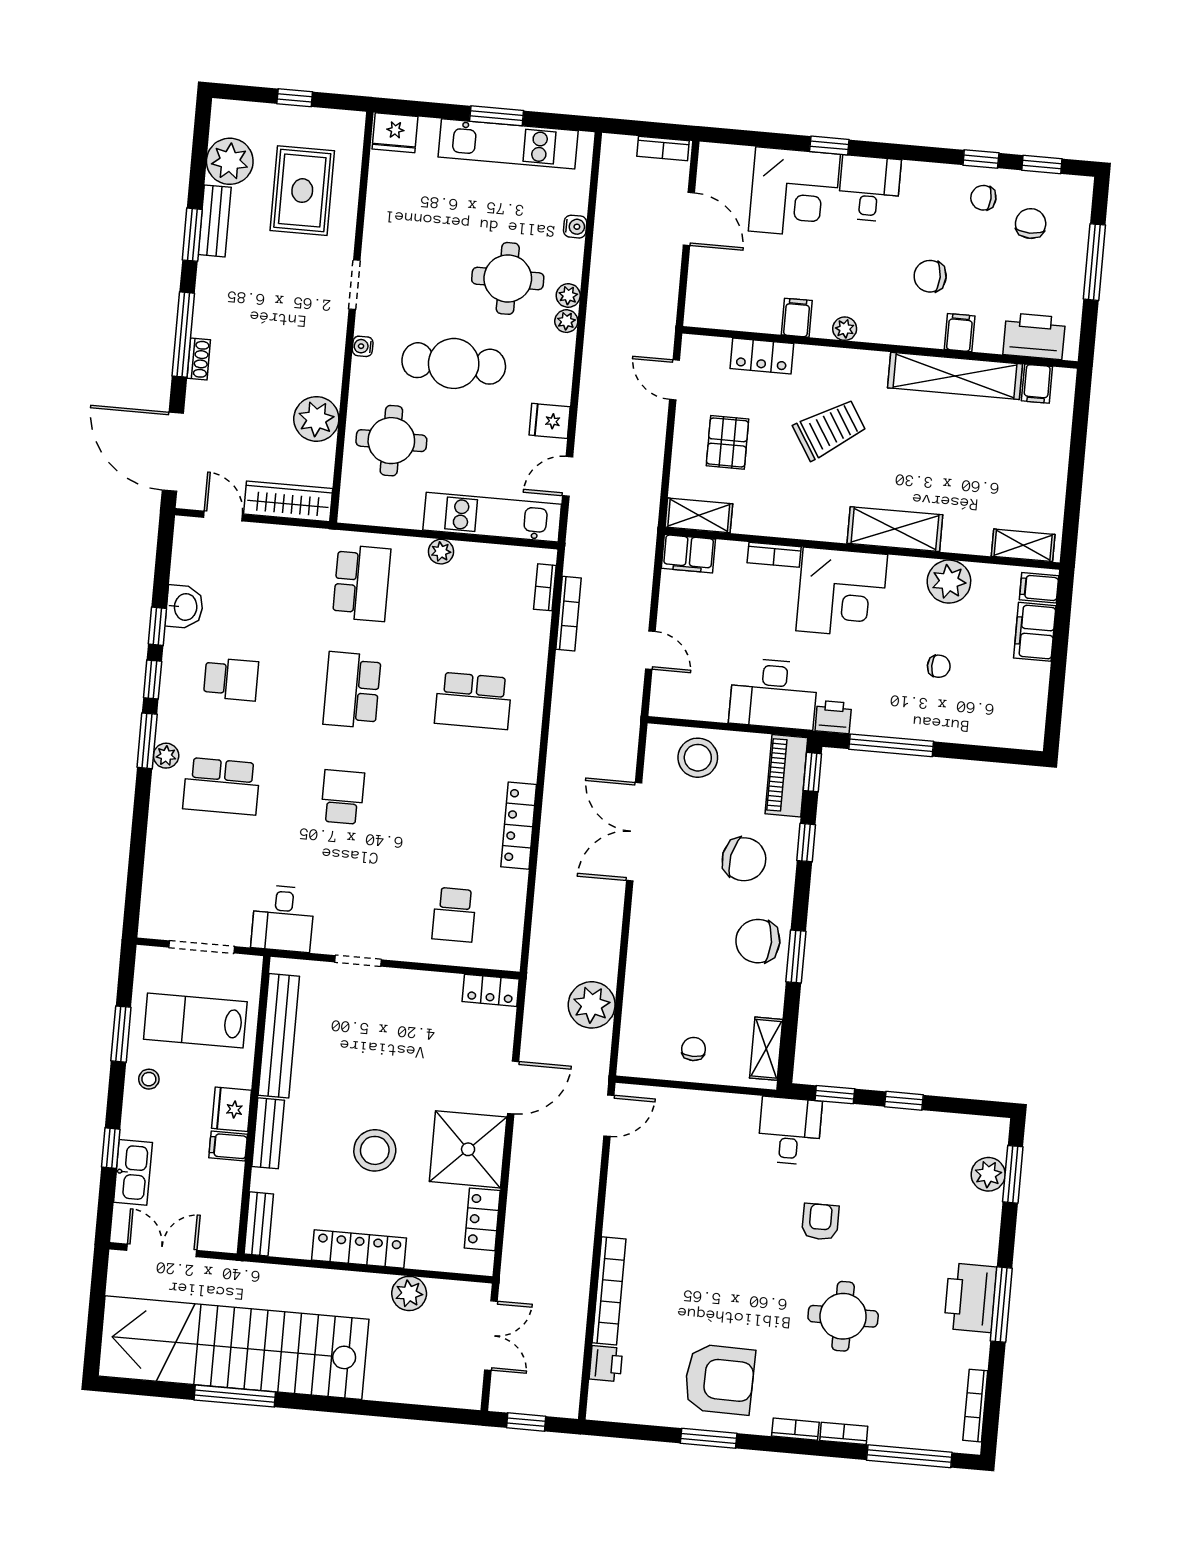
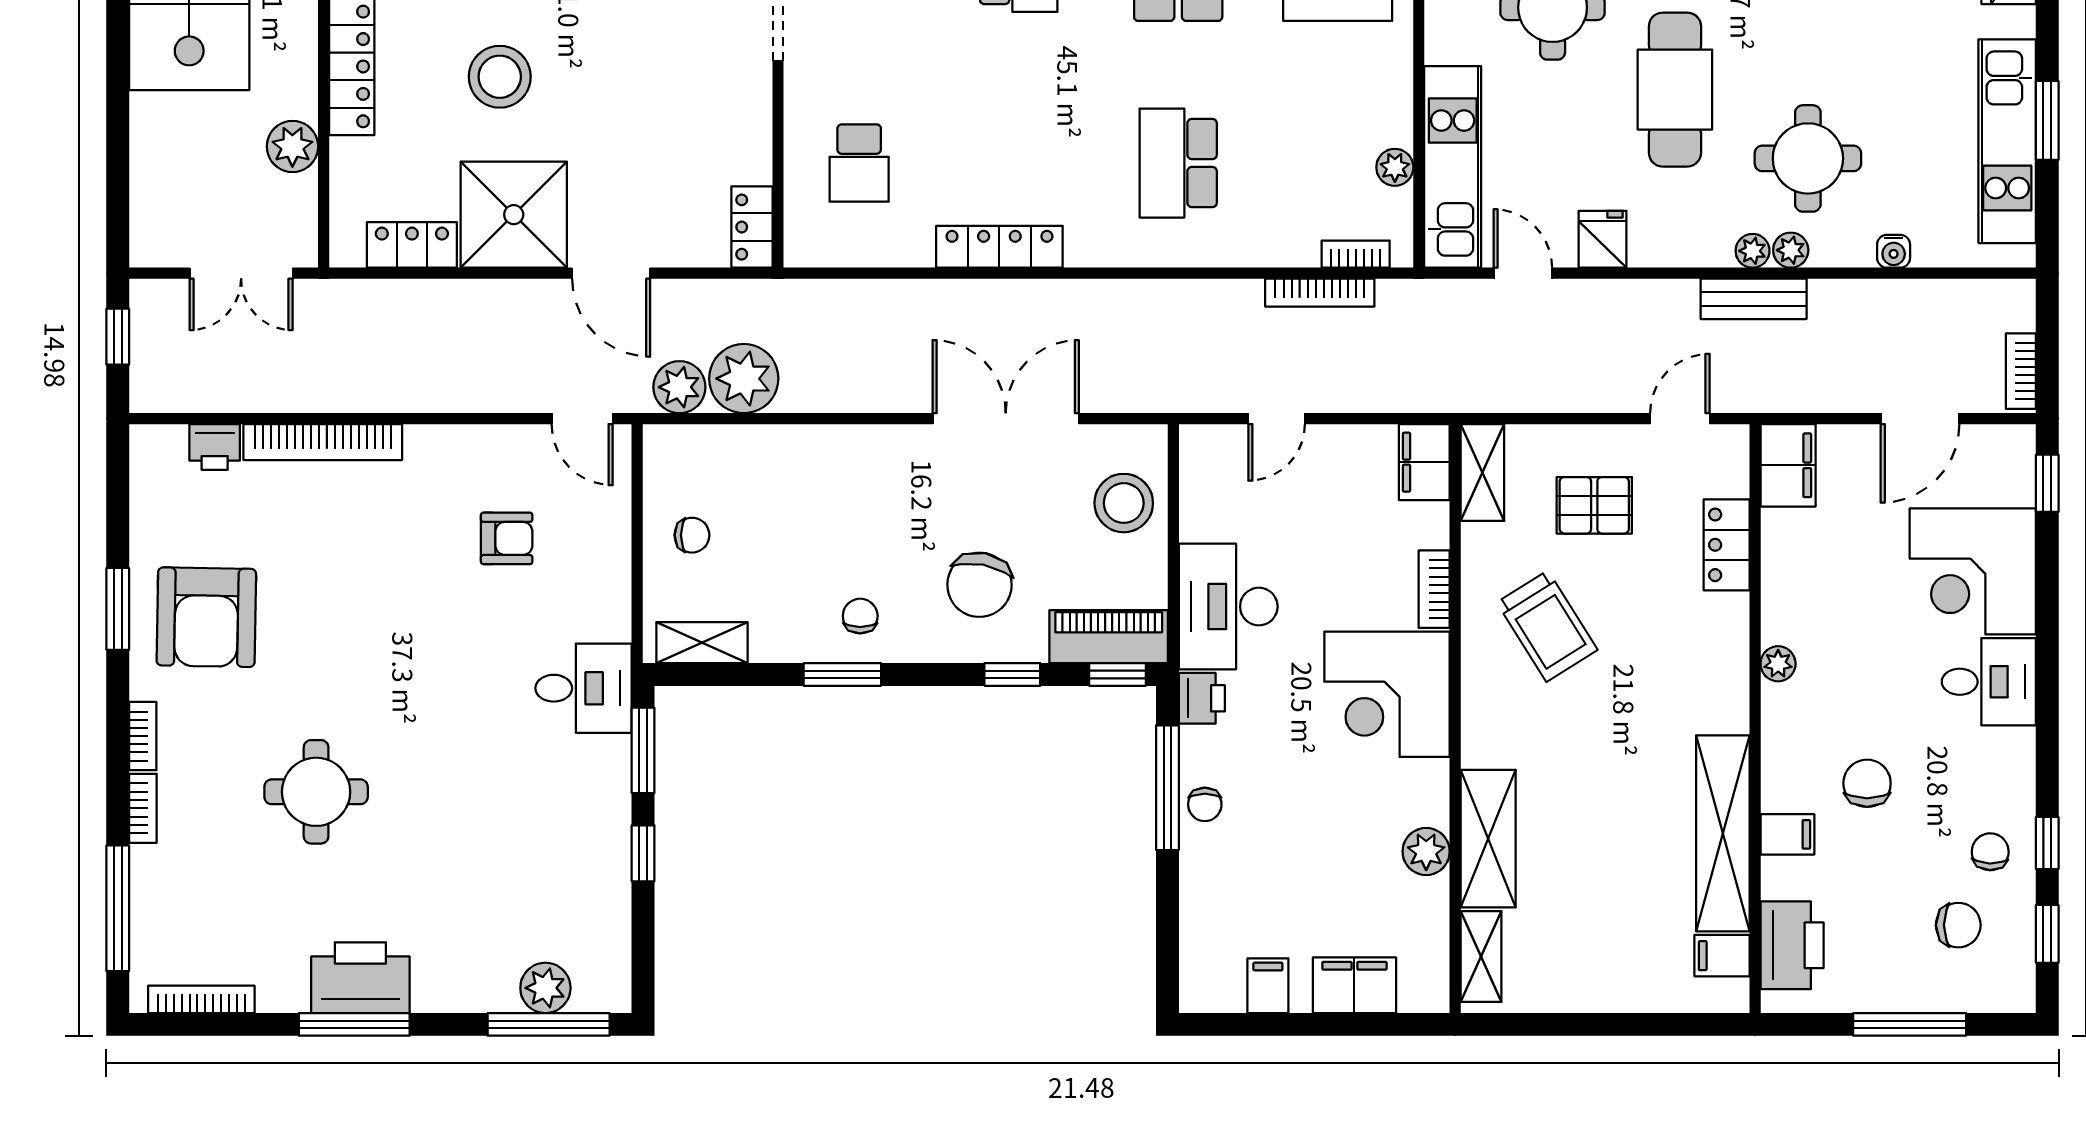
window: (829, 145) -> (2047, 483), moved
filing cabinet: (797, 318) -> (1788, 465), moved, width x2.00
bench: (599, 323) -> (1754, 299), added
trolley: (830, 429) -> (1547, 626), moved
shelving: (895, 529) -> (1488, 839), moved
plant: (441, 552) -> (1395, 167), moved
plant: (949, 582) -> (1426, 851), width x0.73, depth x0.73
filing cabinet: (1039, 588) -> (1268, 986), moved
chair: (939, 666) -> (1205, 804), moved
school desk: (454, 915) -> (859, 163), turned -90
chair: (758, 941) -> (860, 616), width x0.54, depth x0.54
plant: (594, 1049) -> (679, 387), added
window: (835, 1095) -> (643, 750), width x1.50
window: (1013, 1174) -> (549, 1024), width x1.44
armchair: (820, 1222) -> (507, 538), moved

